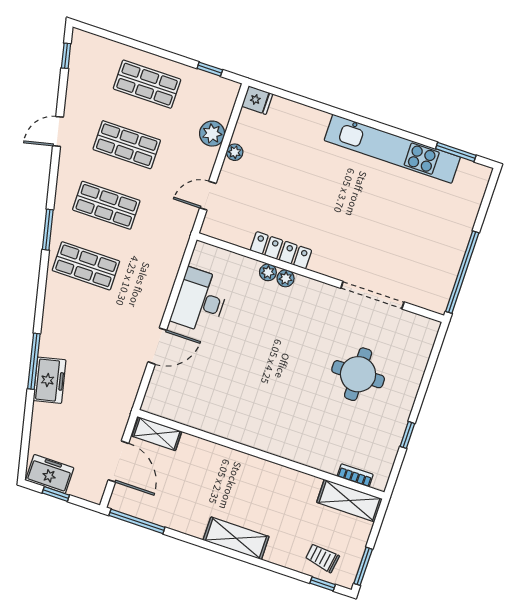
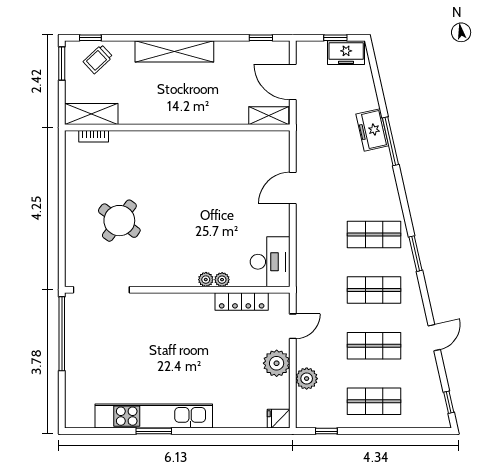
plant: (235, 152) -> (277, 363), width x1.88, depth x1.88
window: (456, 152) -> (154, 431), moved
locker: (281, 250) -> (242, 301), moved
doorway: (372, 295) -> (101, 290), moved
desk: (200, 301) -> (270, 262), moved
round table: (358, 374) -> (119, 221), turned 36
window: (407, 435) -> (62, 184), removed
window: (137, 521) -> (261, 38), width x0.46
shelving: (236, 538) -> (174, 51), width x1.47
trolley: (322, 558) -> (98, 59), turned 128

